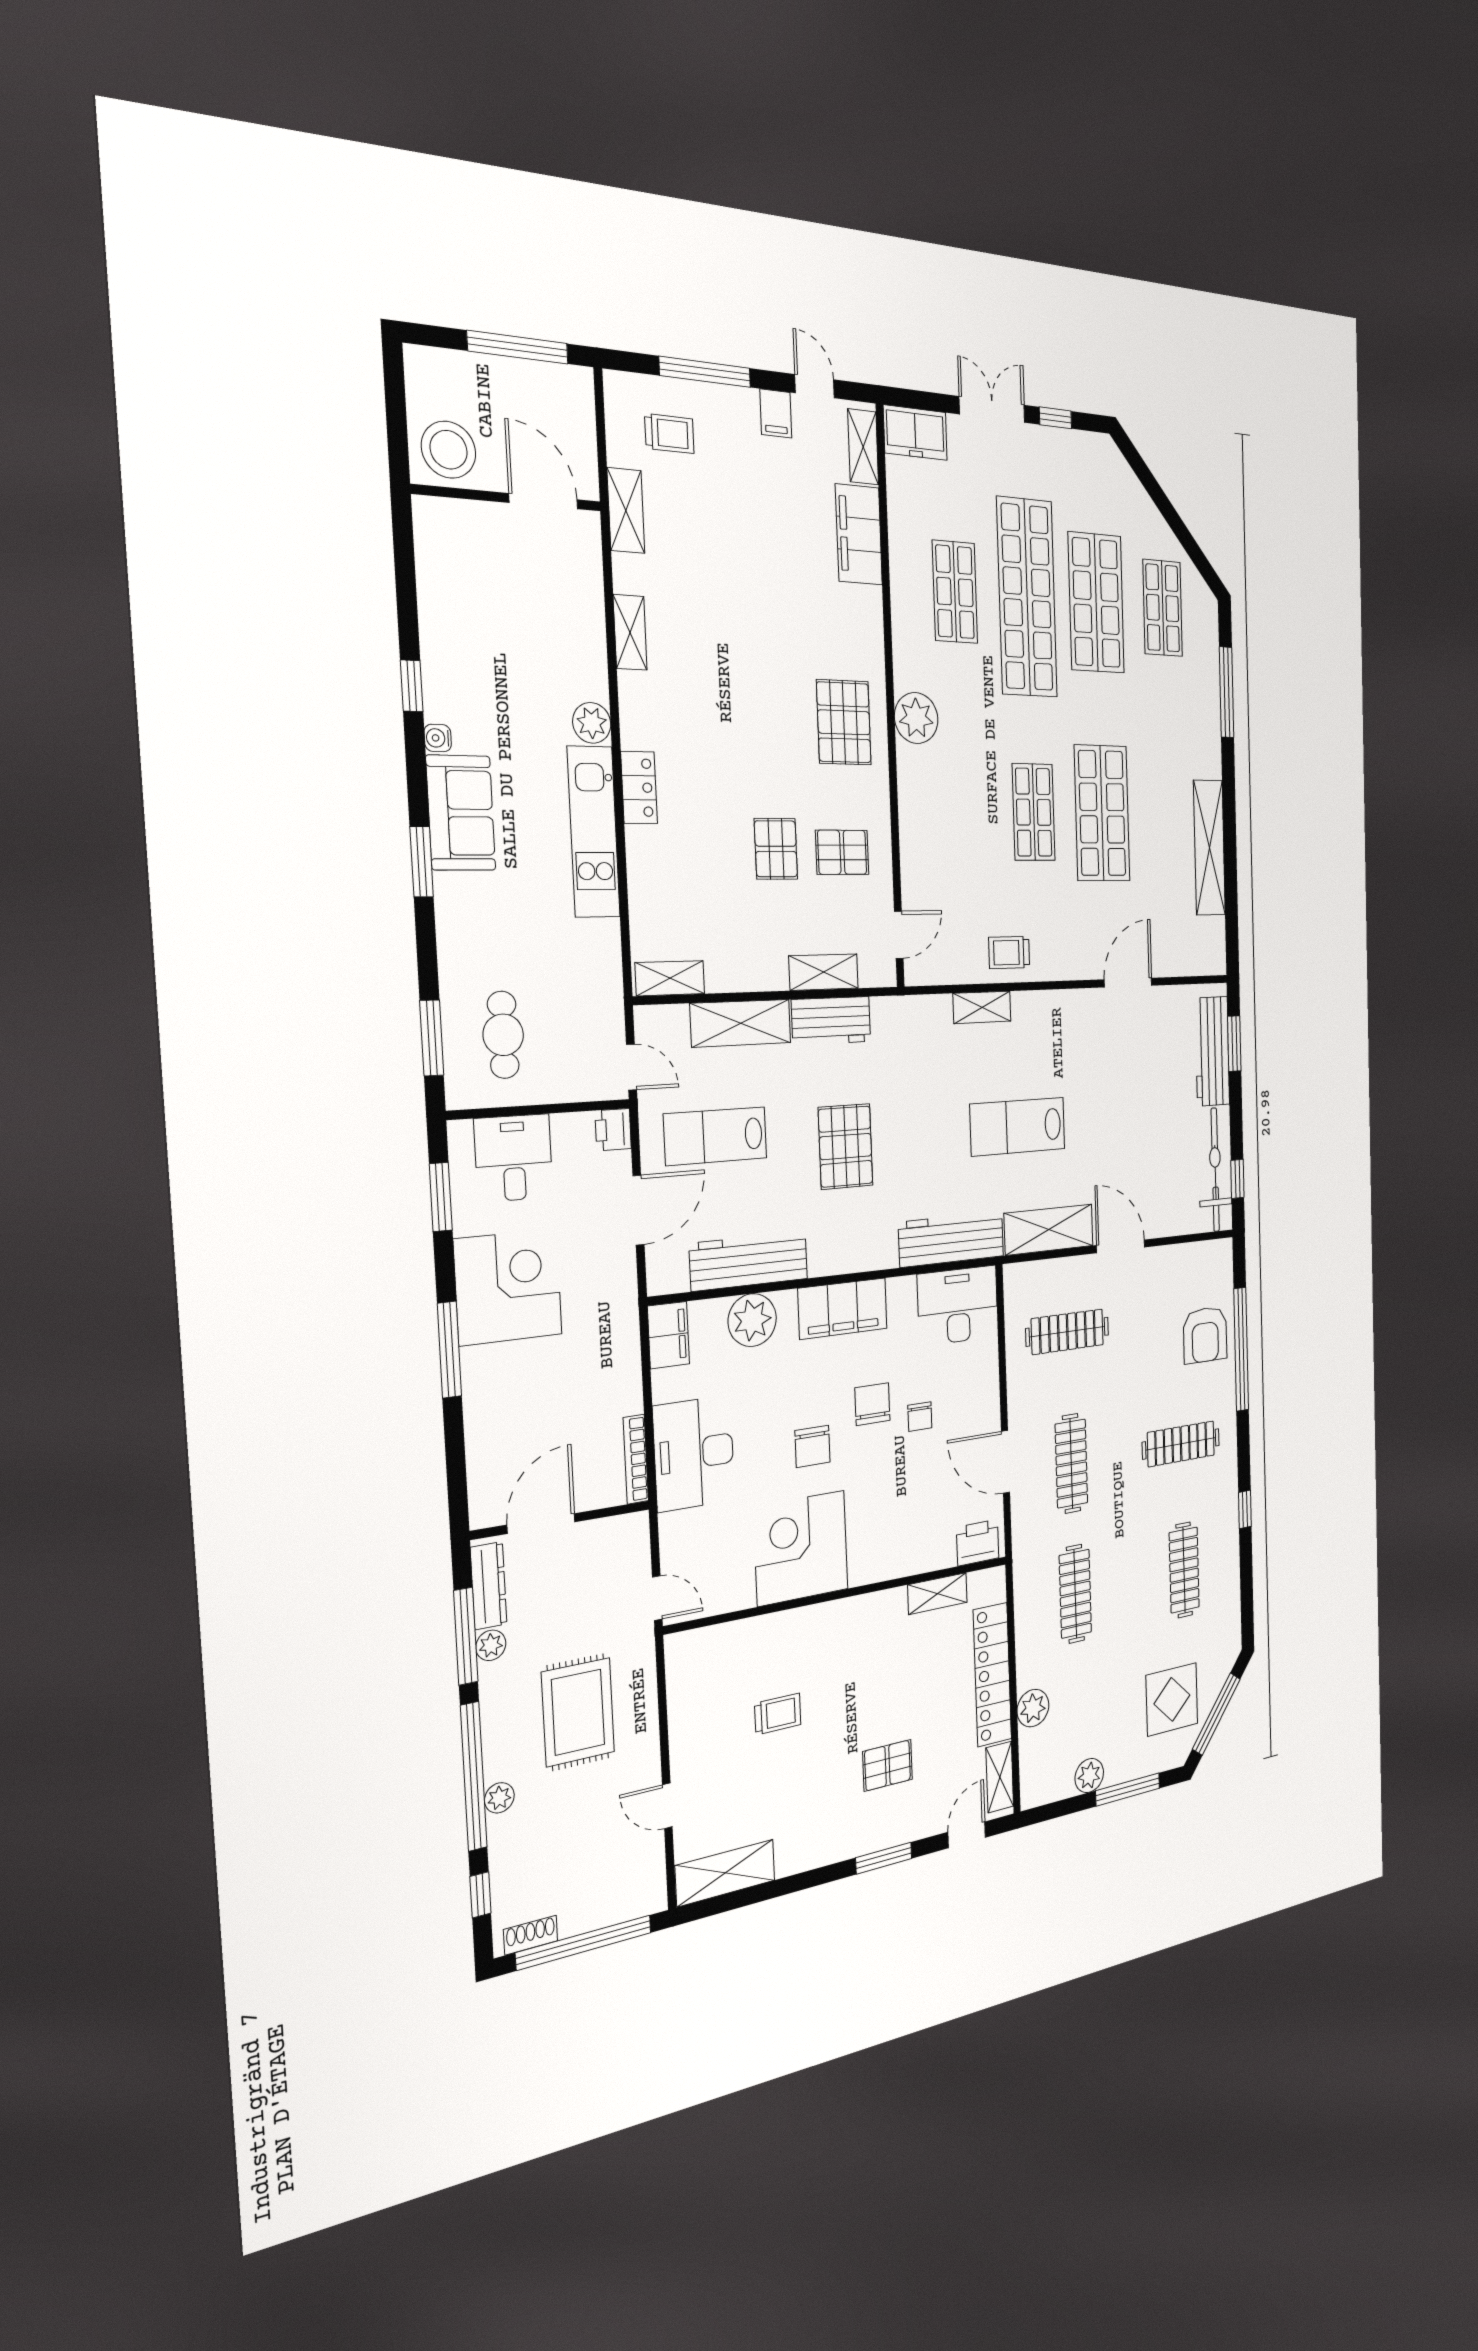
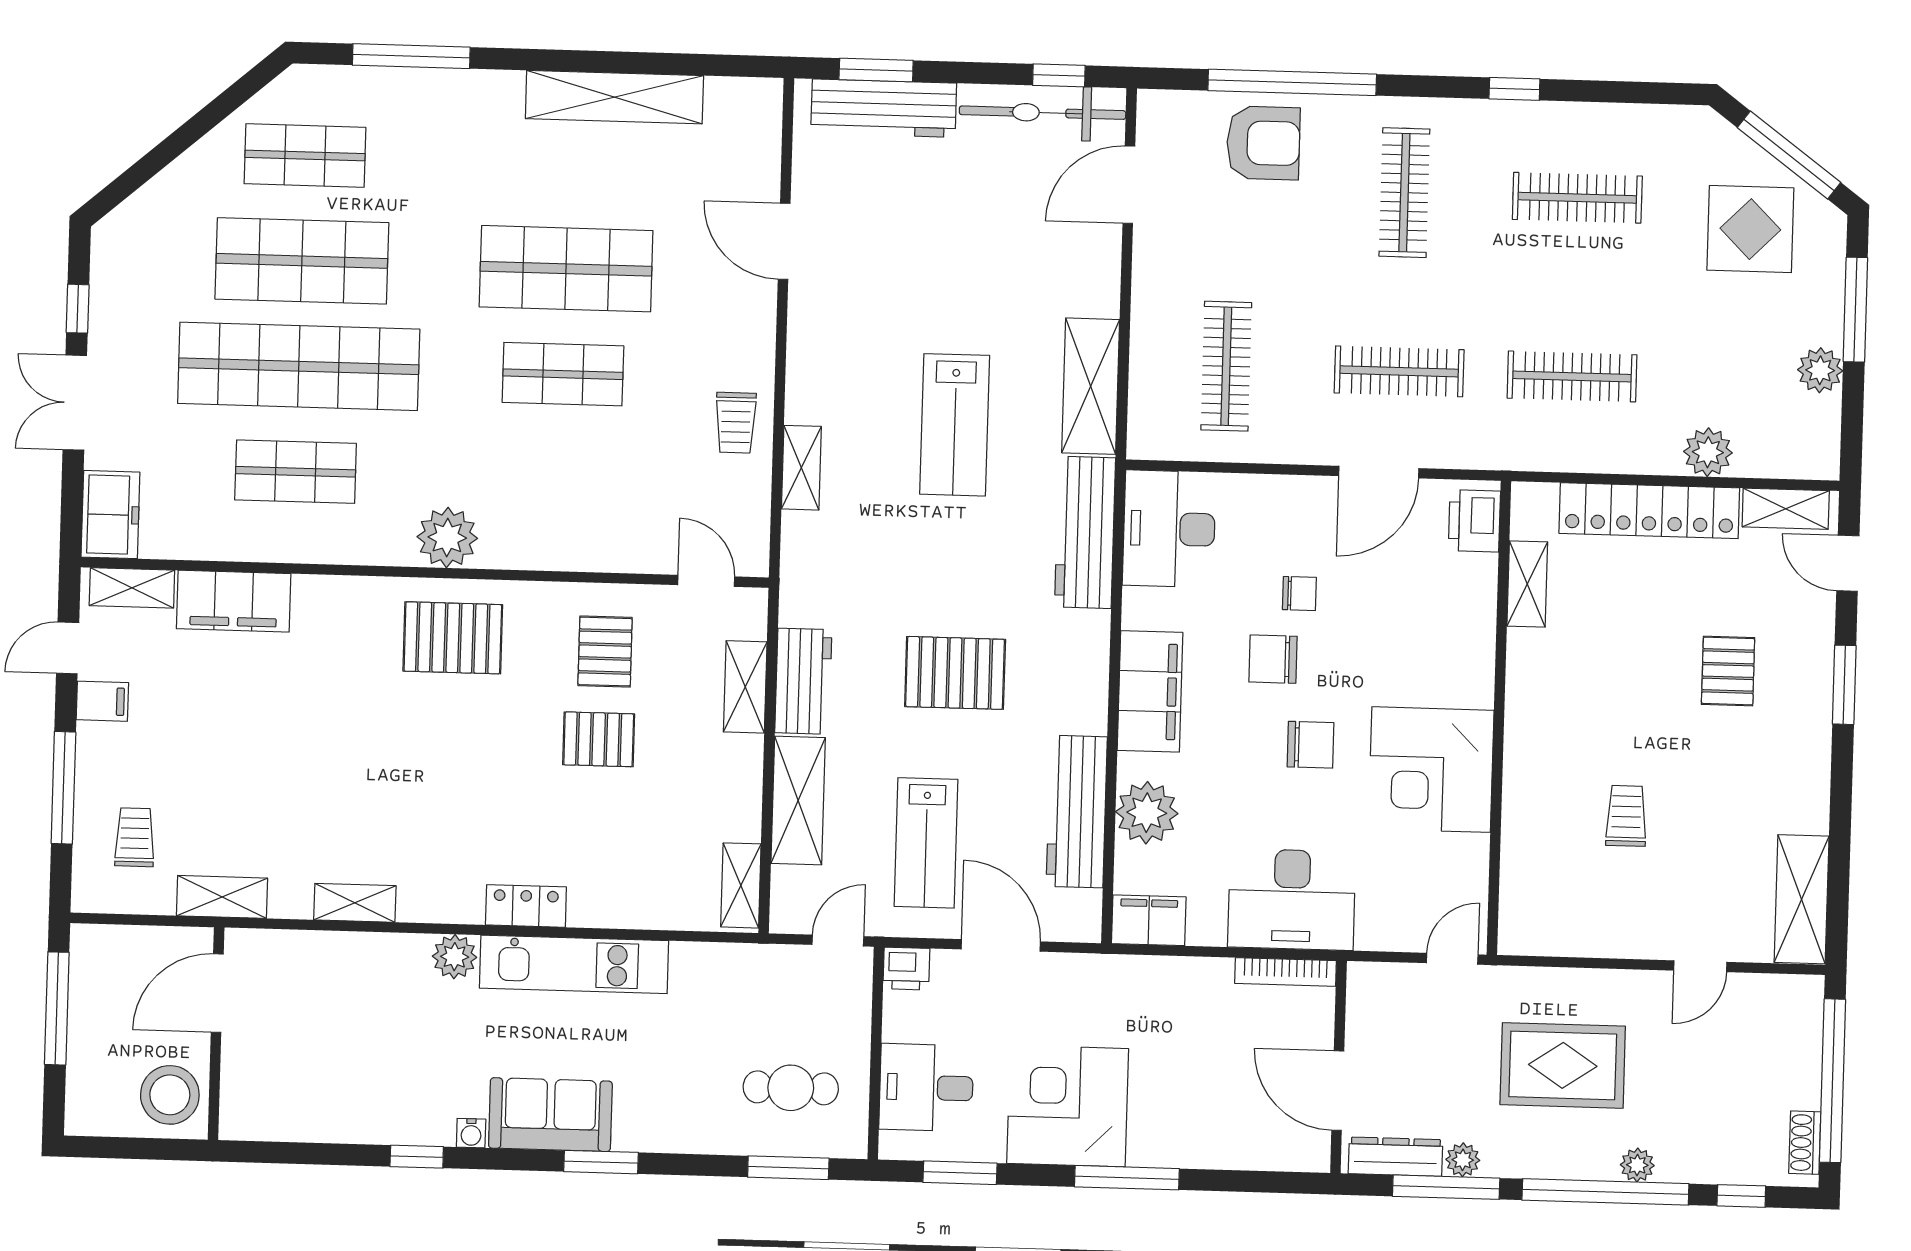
door: (1121, 1246) -> (1129, 185), moved

